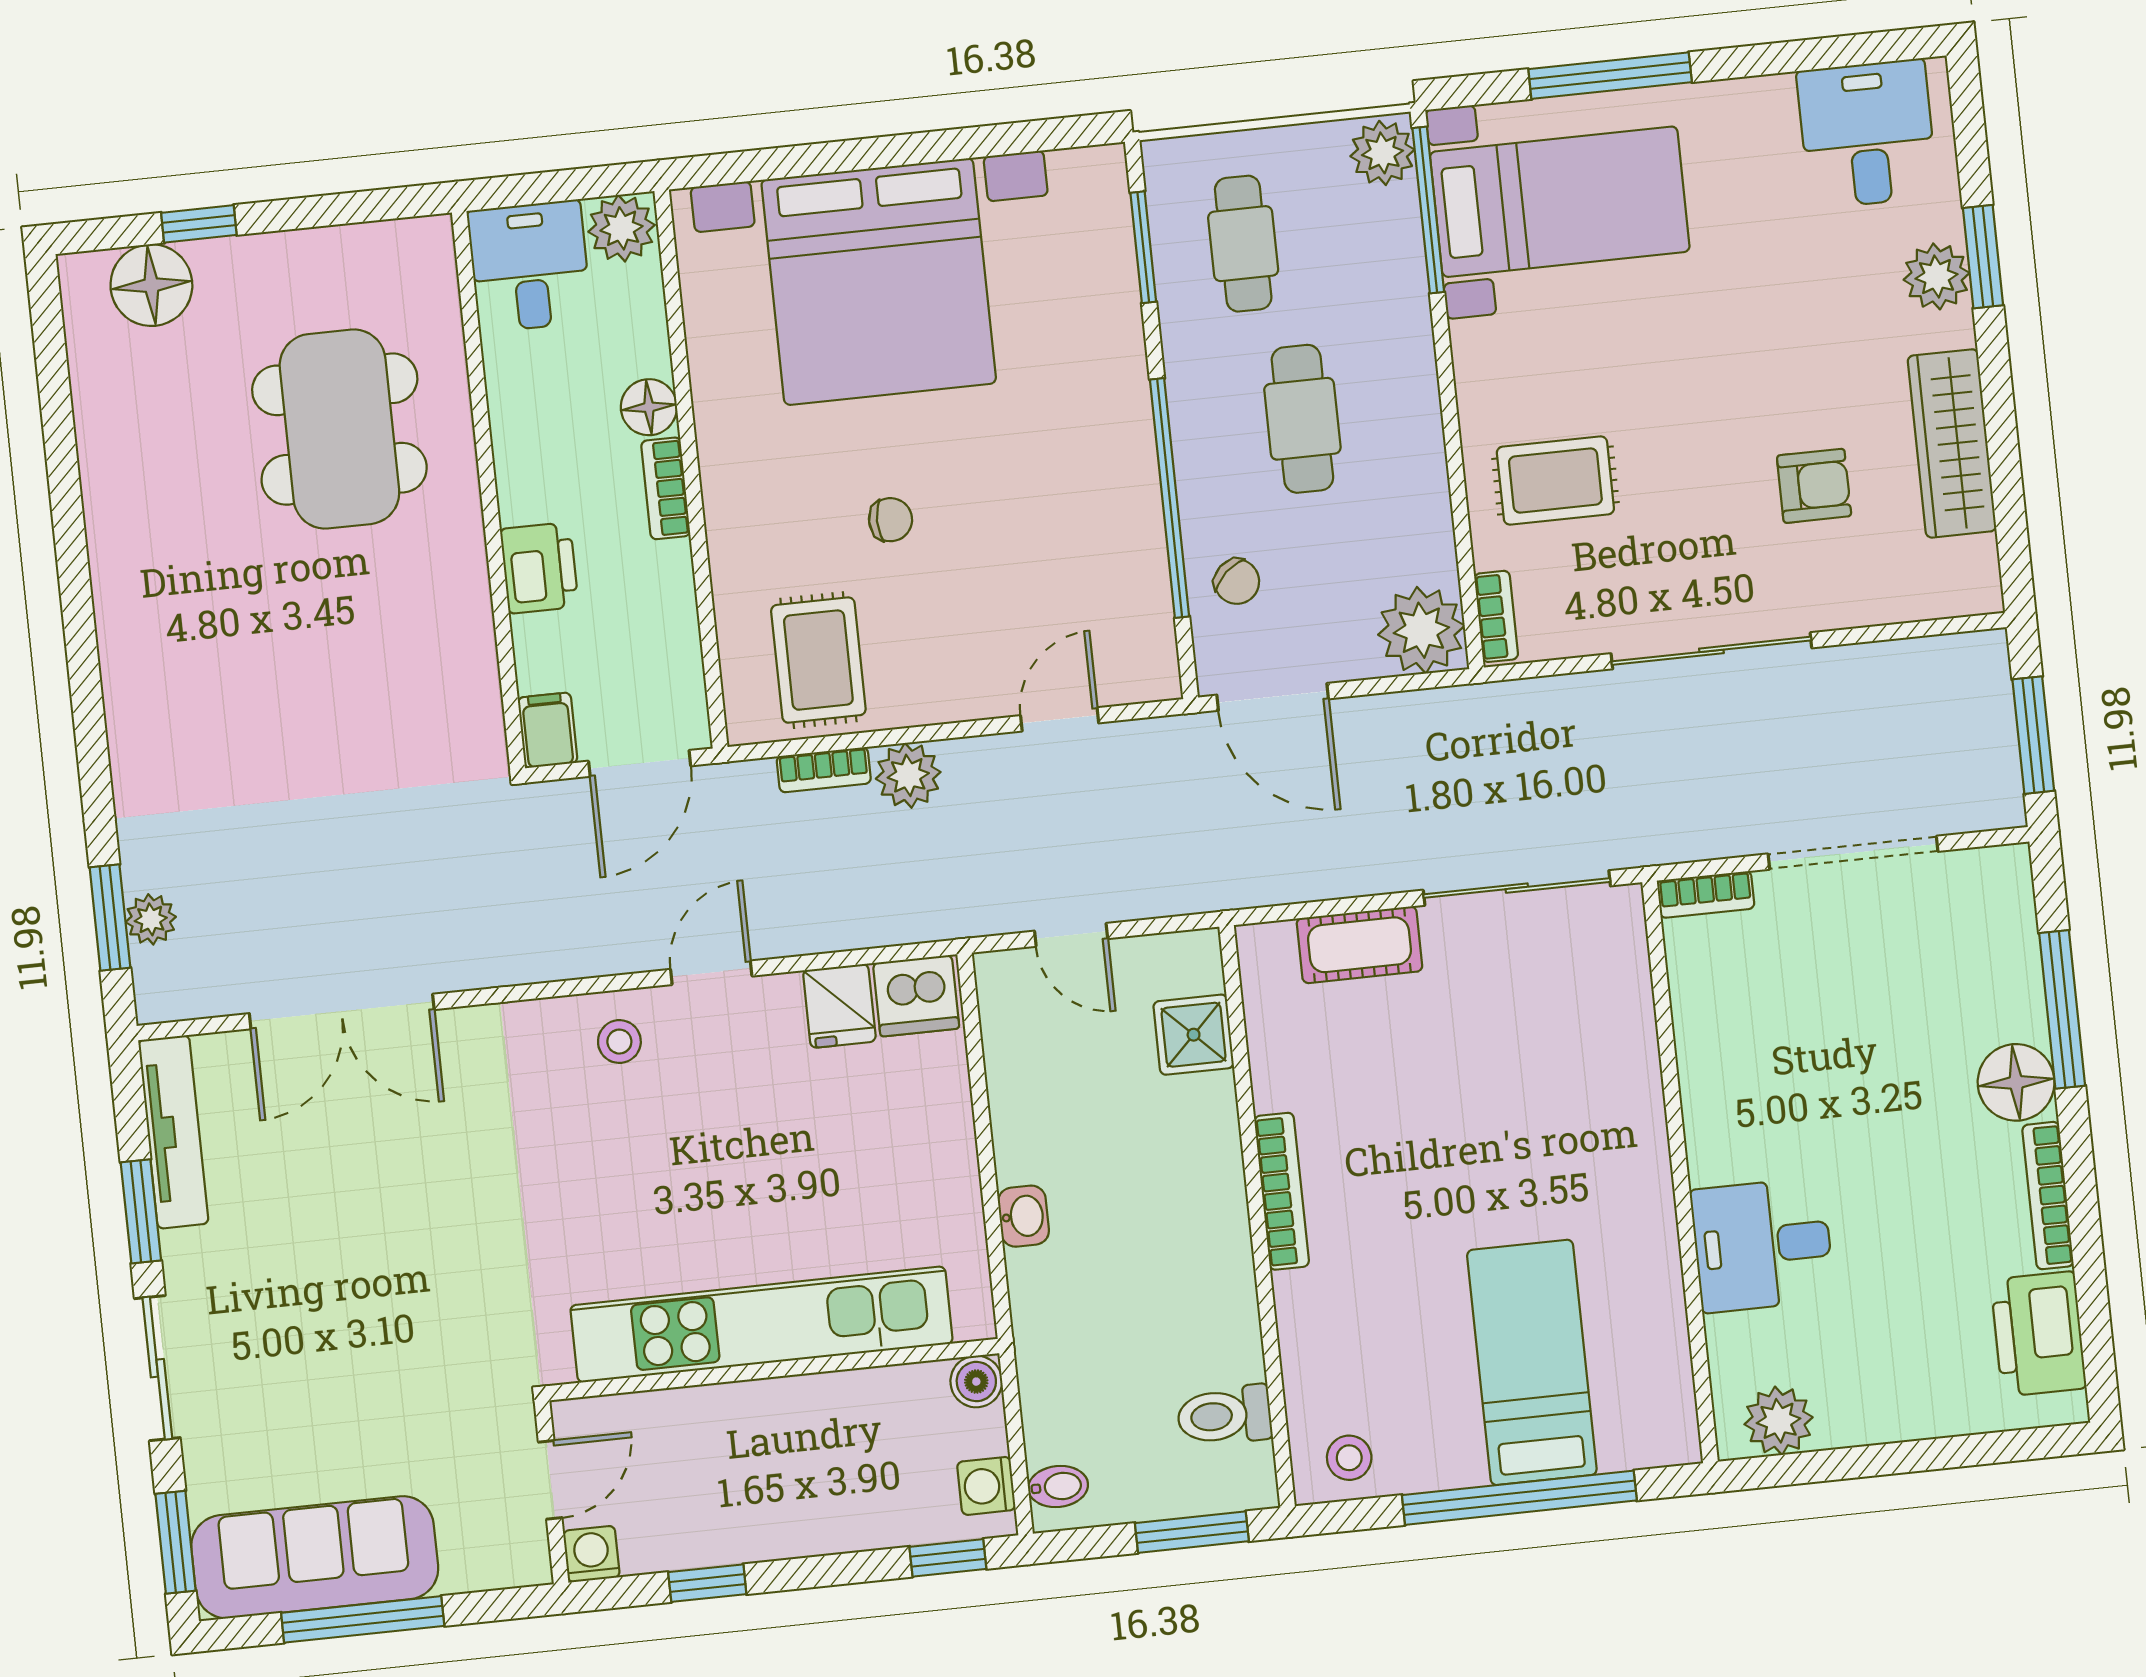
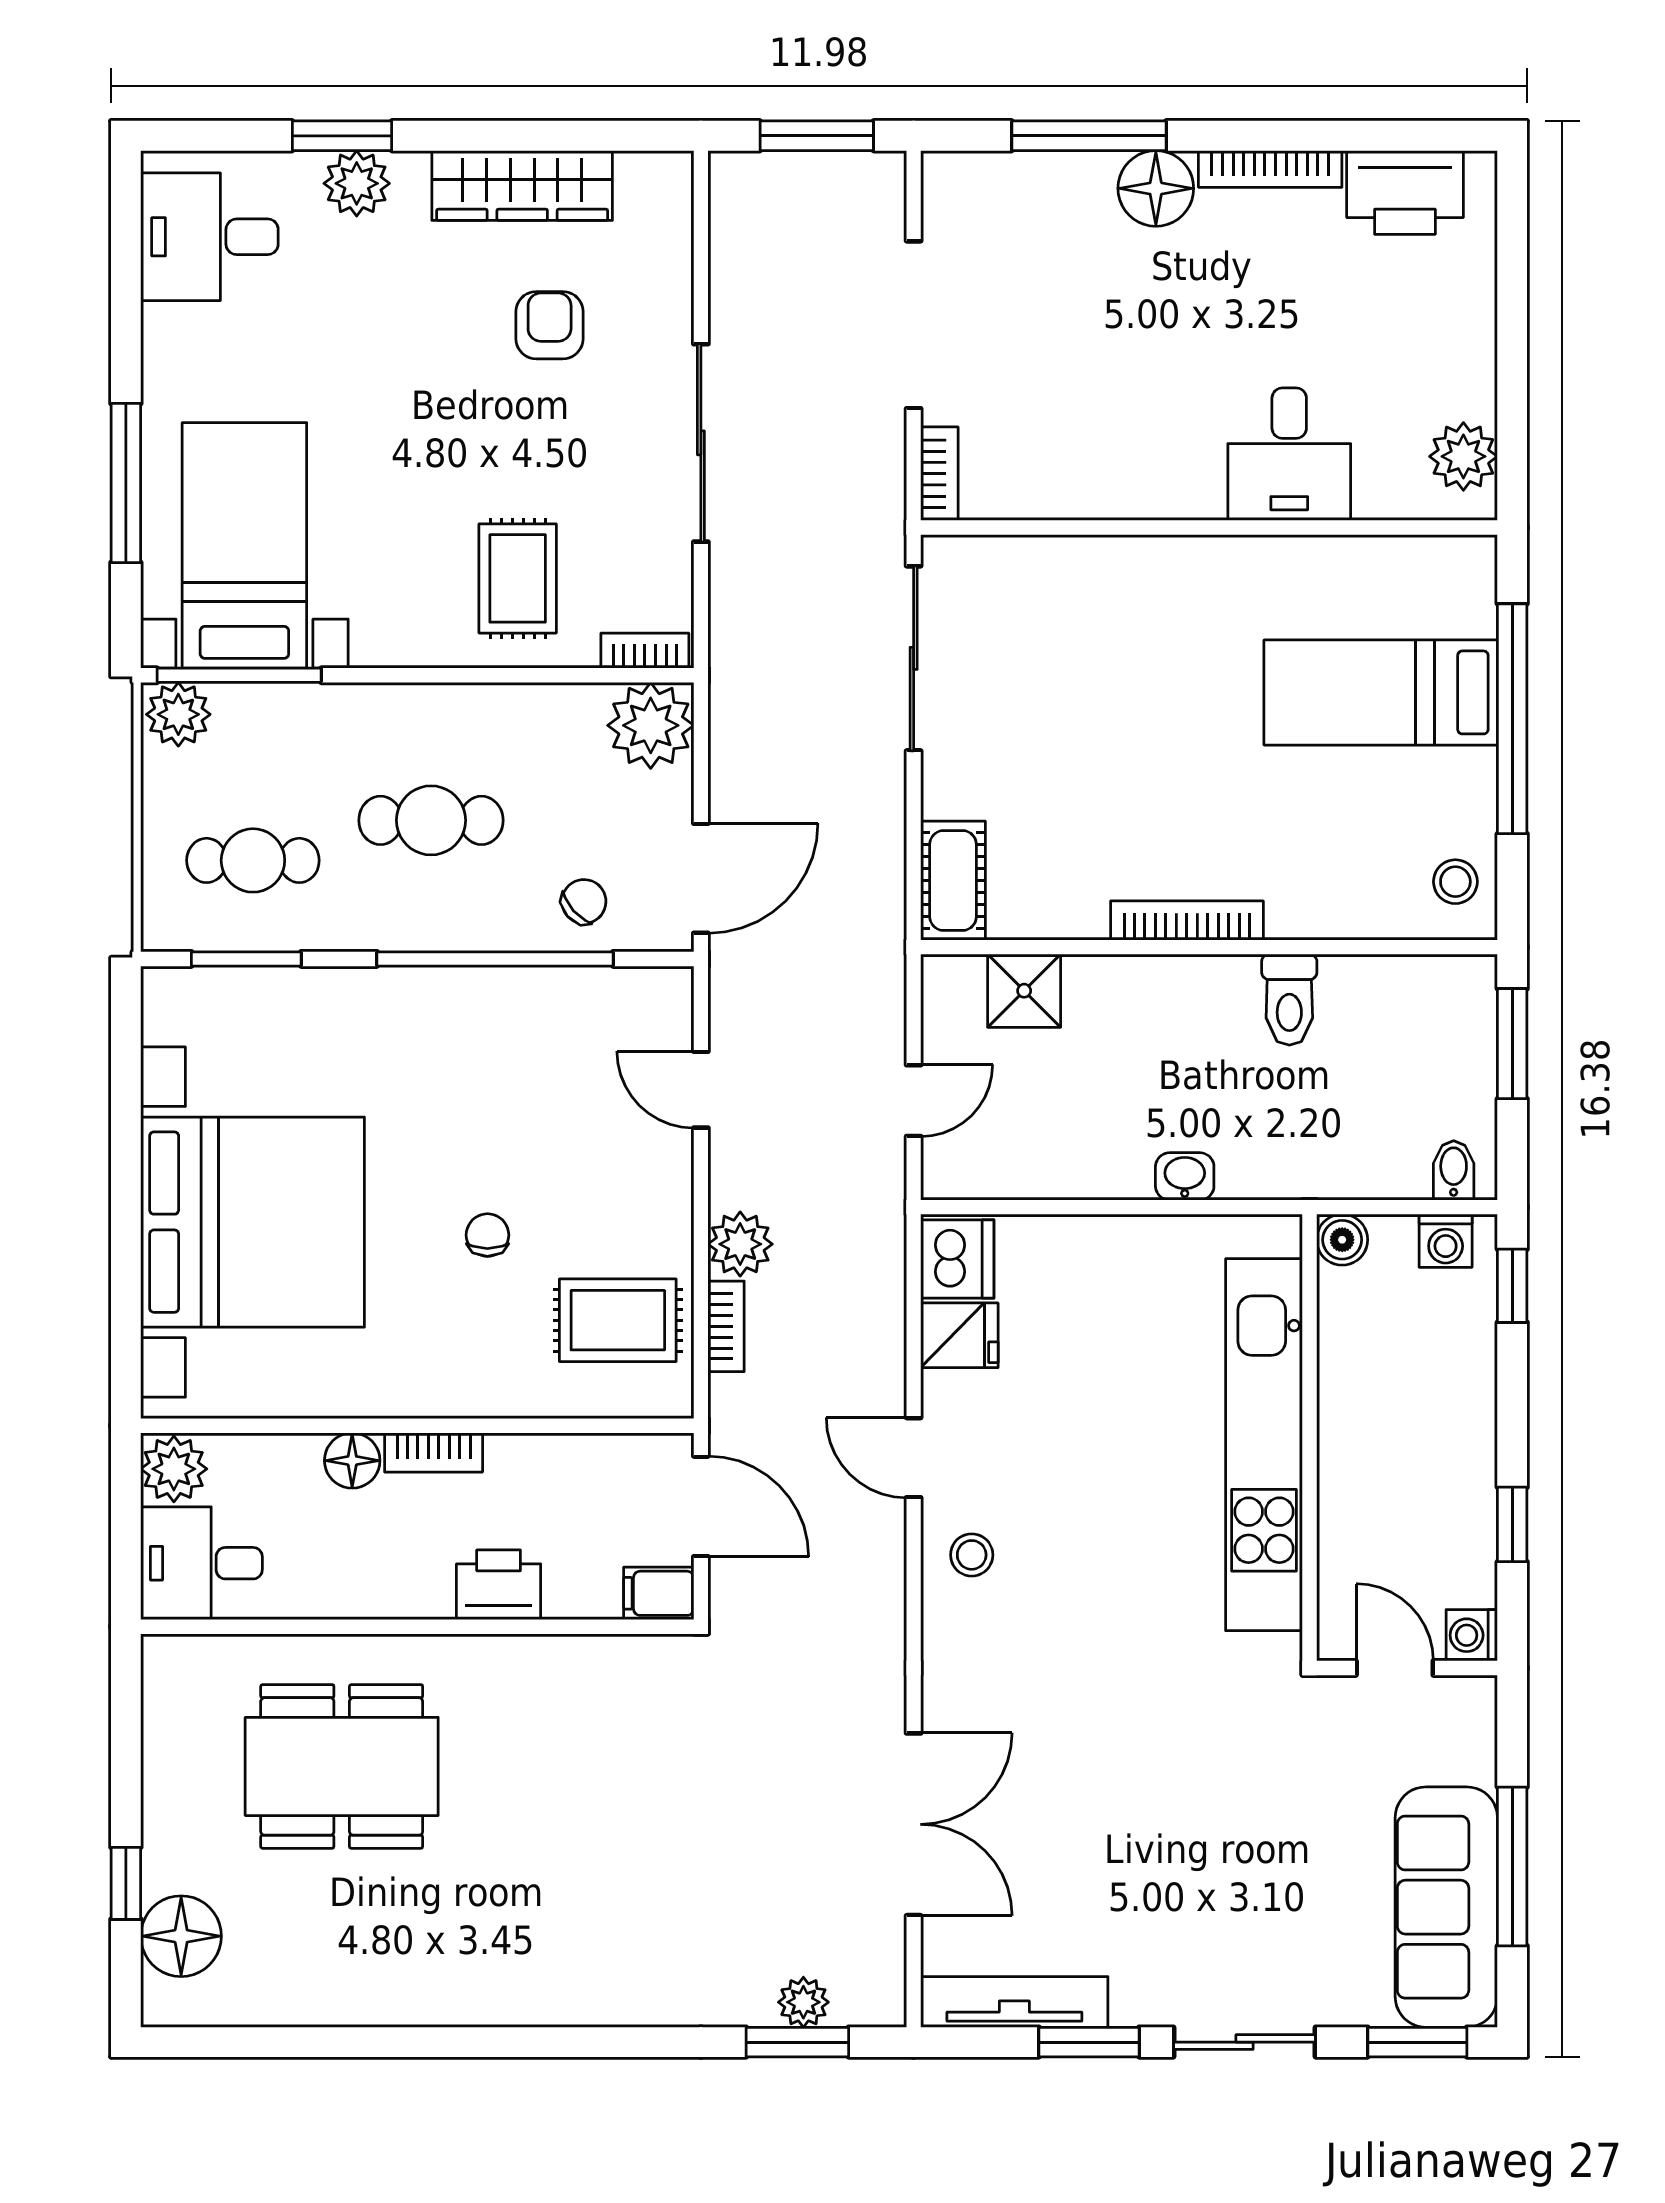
cot: (1359, 945) -> (953, 881), moved
toilet: (1224, 1415) -> (1289, 1000), moved

